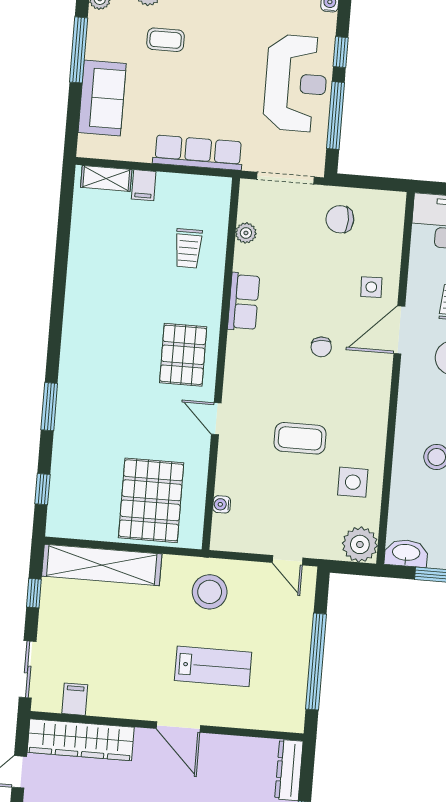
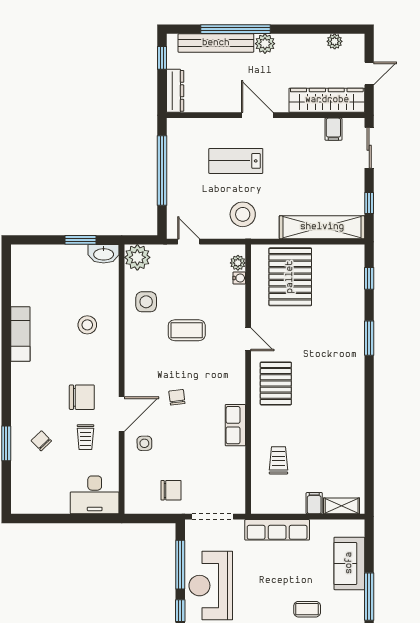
plant: (246, 233) -> (238, 263), moved

